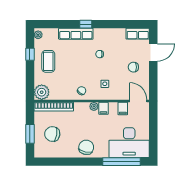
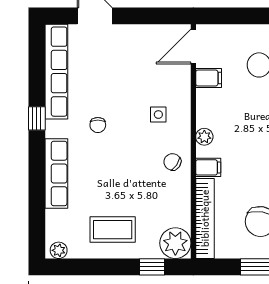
window: (86, 24) -> (37, 118), moved
row of seats: (138, 34) -> (56, 72), width x2.02
window: (30, 54) -> (152, 267), moved
chair: (133, 67) -> (124, 56), removed
filing cabinet: (103, 108) -> (208, 167), moved

